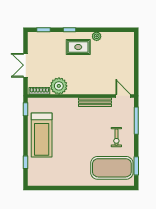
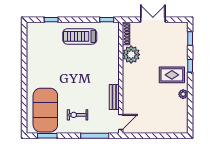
rug: (78, 47) -> (172, 75), turned 90
bench: (95, 102) -> (114, 97), width x0.73
treadmill: (42, 135) -> (80, 36), width x0.73, depth x0.73

